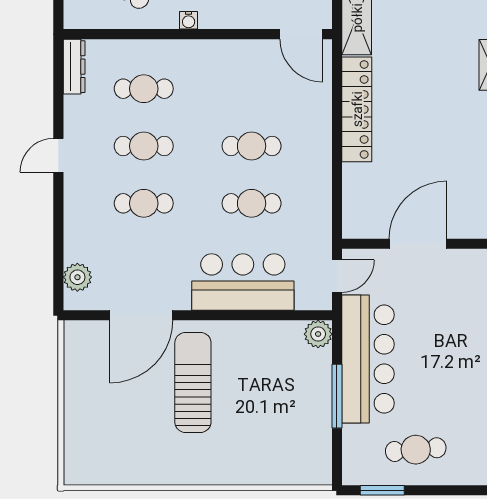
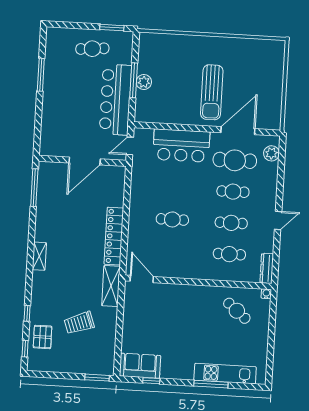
water cooler: (189, 20) -> (266, 294), moved
cafe table: (252, 203) -> (235, 160), moved, width x1.37, depth x1.35
plant: (318, 334) -> (144, 82), moved

